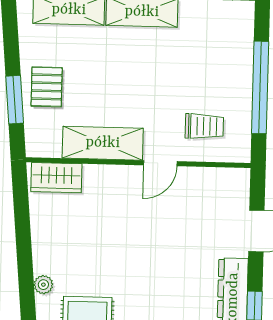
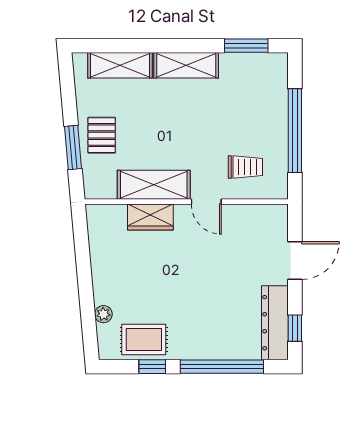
door: (160, 163) -> (206, 202), hinge flipped
wardrobe: (56, 178) -> (150, 217), moved

